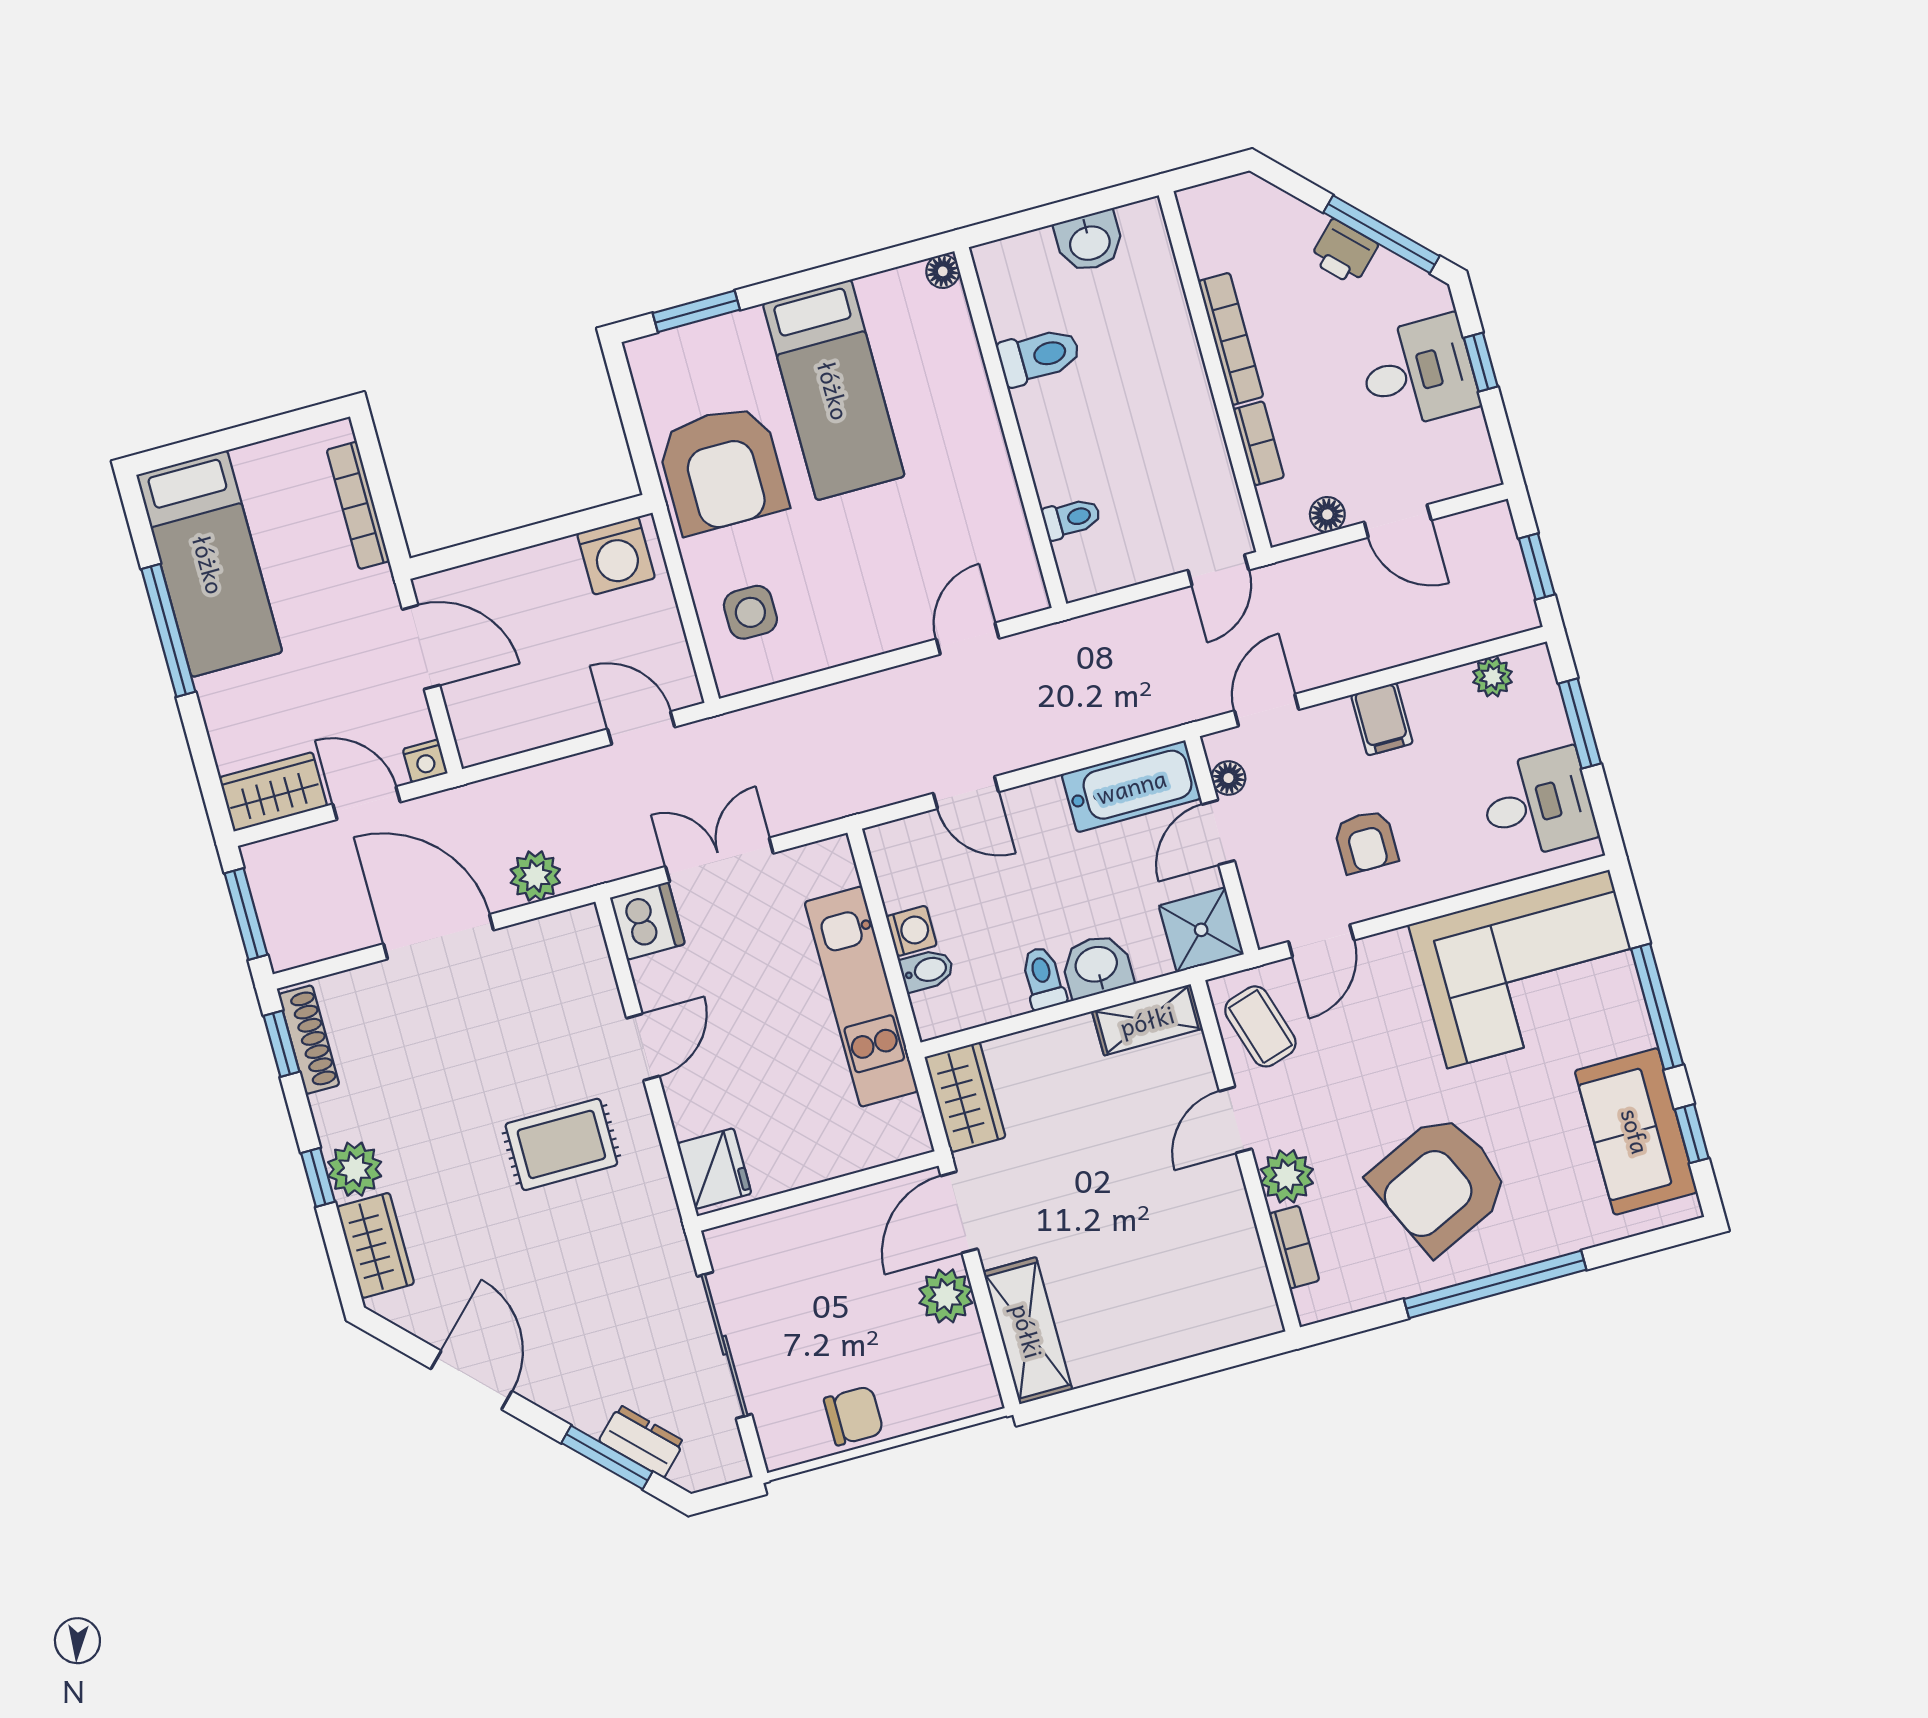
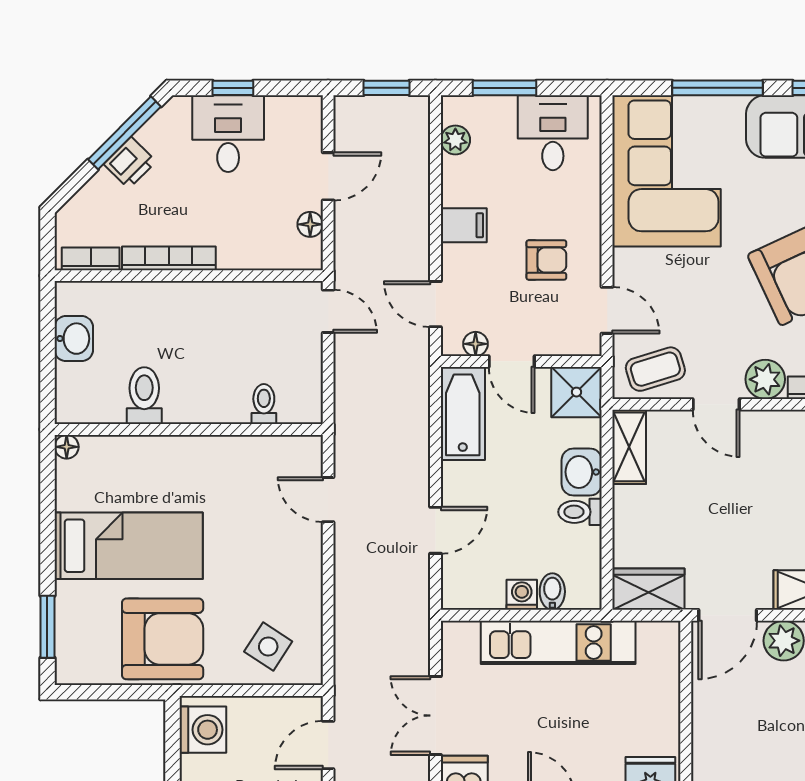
bookcase: (1259, 443) -> (91, 259), moved
side table: (750, 612) -> (268, 647), turned 33
door: (959, 1212) -> (728, 615), hinge flipped

